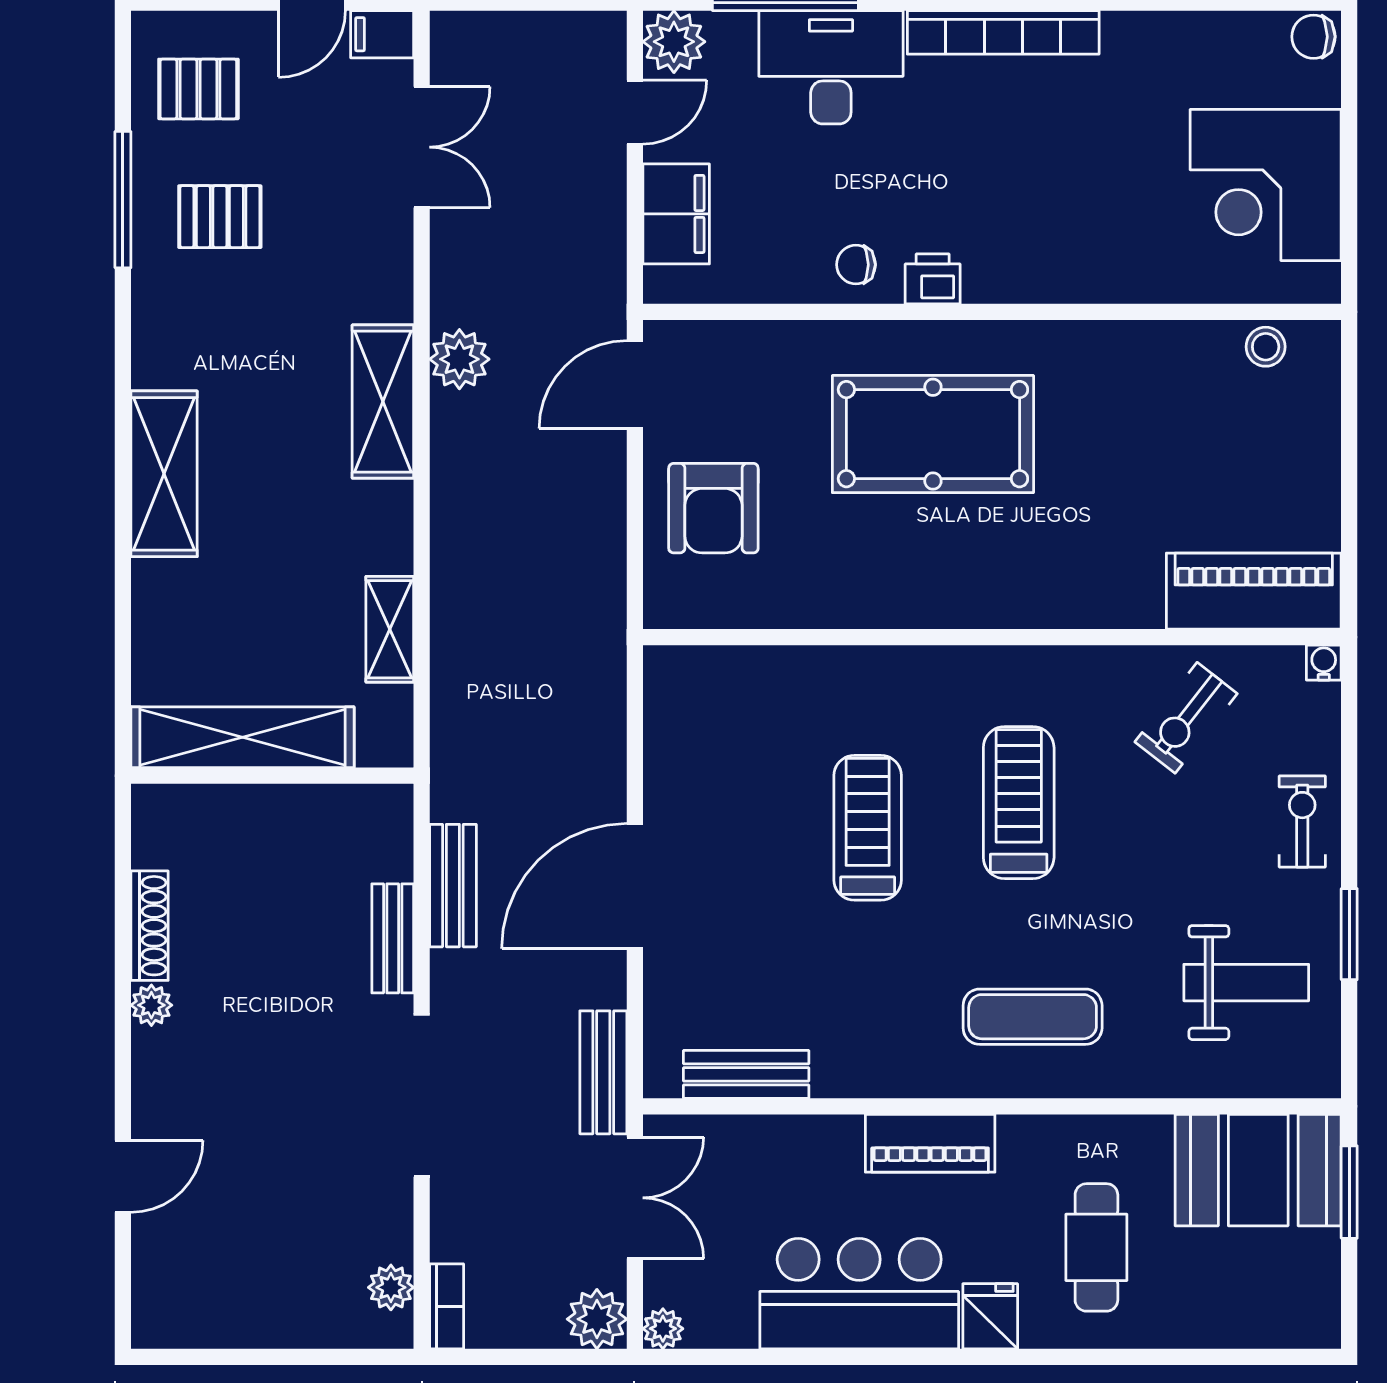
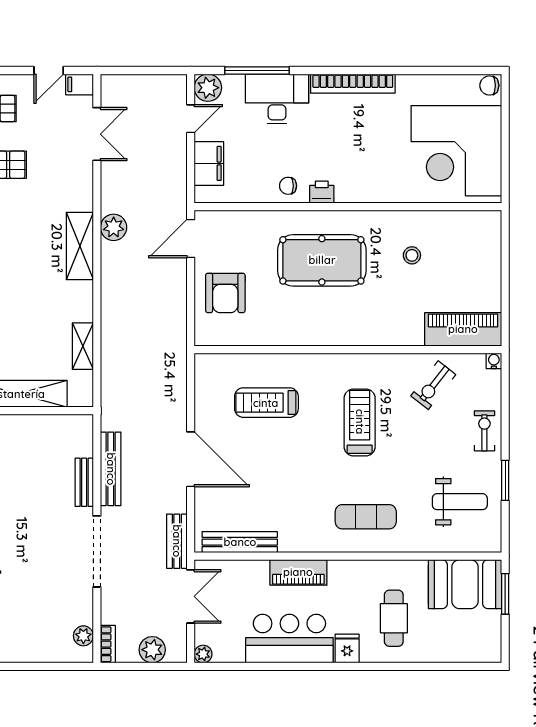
corner desk: (1266, 185) -> (456, 151), width x1.36, depth x1.36
stool: (1266, 347) -> (412, 255), moved
treadmill: (868, 828) -> (266, 403), moved, turned -90
bench: (453, 886) -> (111, 469), width x1.36
door: (635, 886) -> (191, 459), swing flipped
bench: (746, 1074) -> (240, 542), width x1.36
piano: (930, 1143) -> (298, 572), moved
plant: (597, 1319) -> (152, 650), moved

